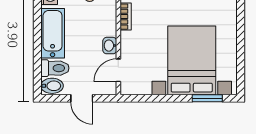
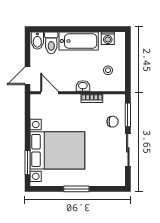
window: (241, 36) -> (76, 189), added
washbasin: (110, 46) -> (83, 86), moved
door: (82, 98) -> (28, 76), moved

